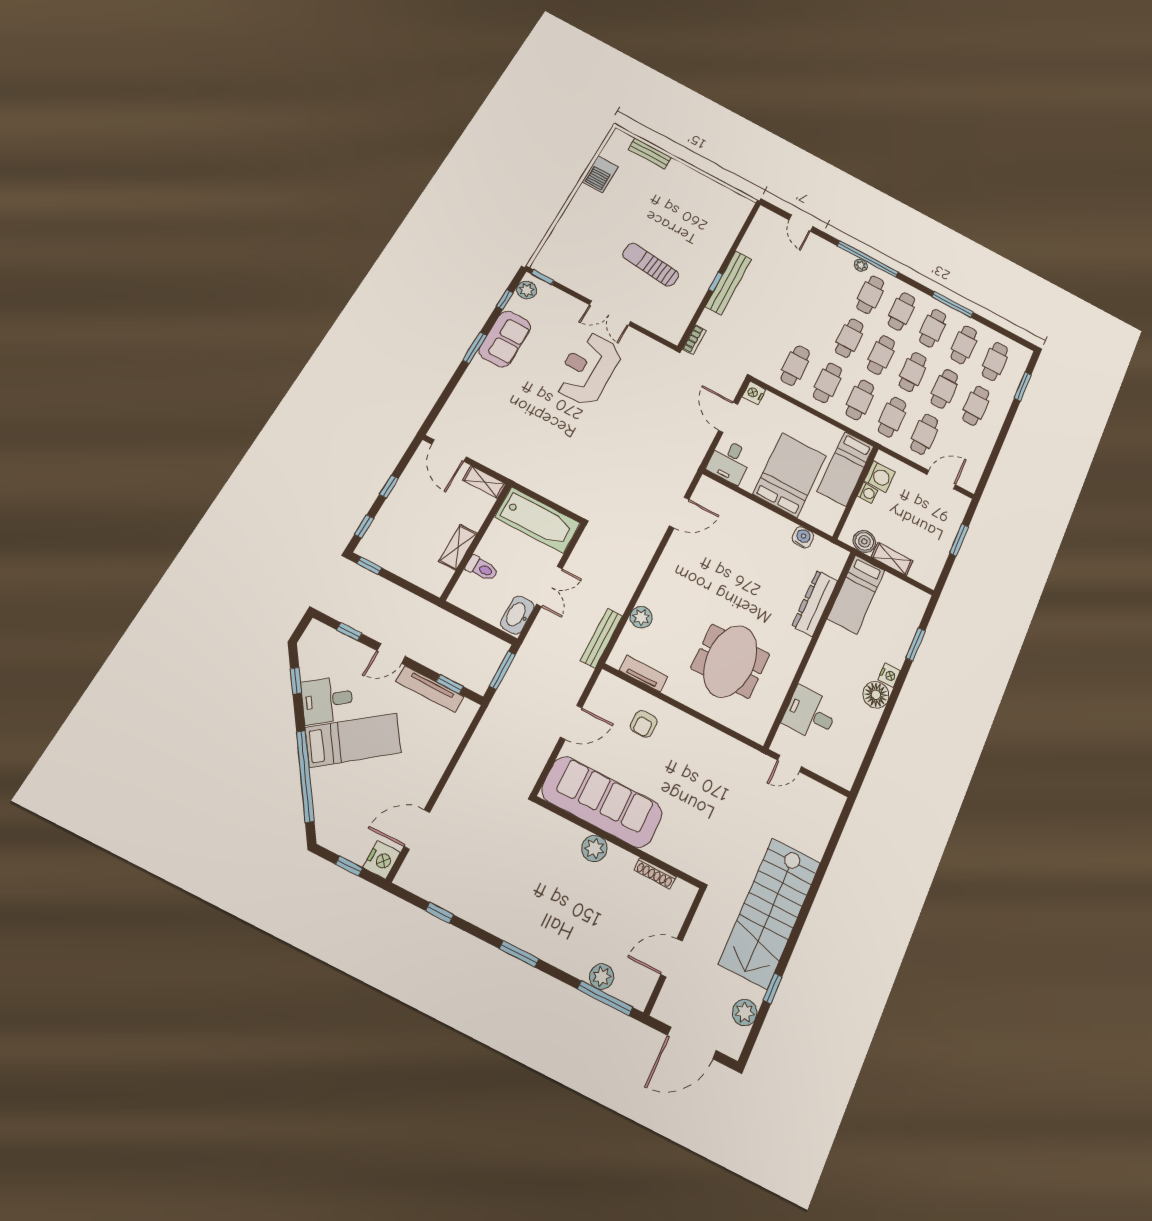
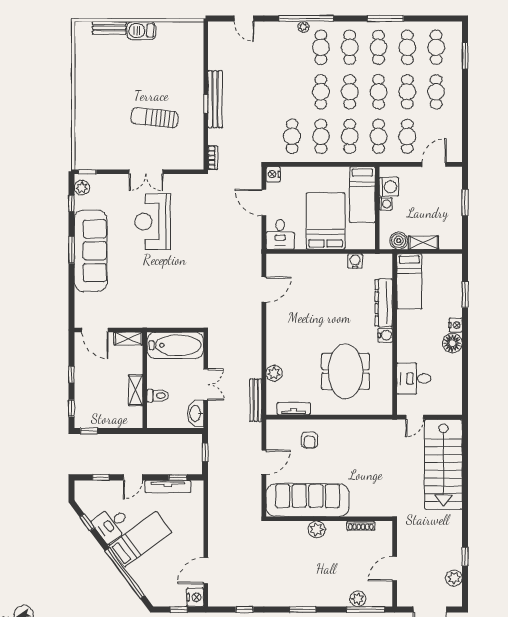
barbecue: (600, 174) -> (141, 31), moved, turned 90
sofa: (505, 339) -> (91, 251), width x1.85, depth x1.27
water cooler: (799, 643) -> (385, 335), added
window: (502, 670) -> (205, 452), width x0.67
stairs: (770, 913) -> (443, 464), moved

